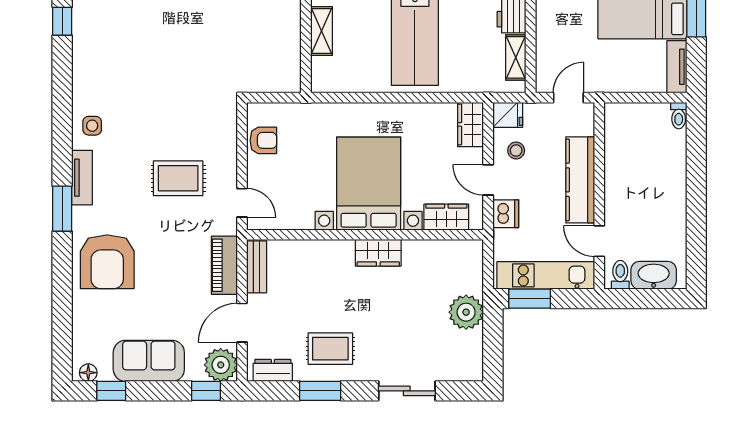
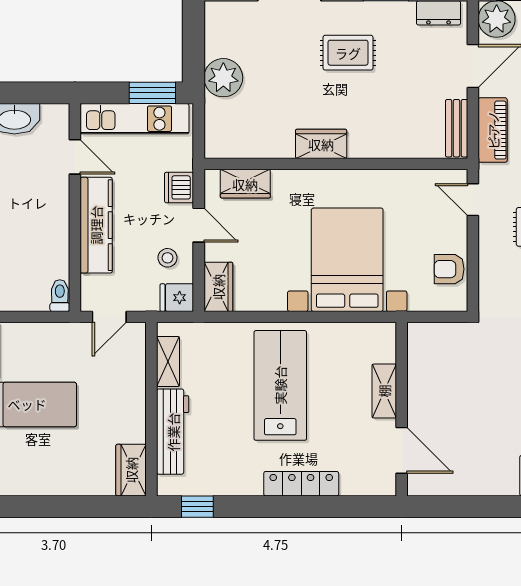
bed with nightstands: (369, 184) -> (347, 260), moved, turned 180
toilet: (620, 275) -> (60, 296), moved, turned 180
rug: (330, 349) -> (348, 53), moved

